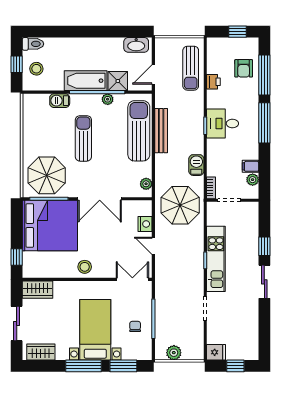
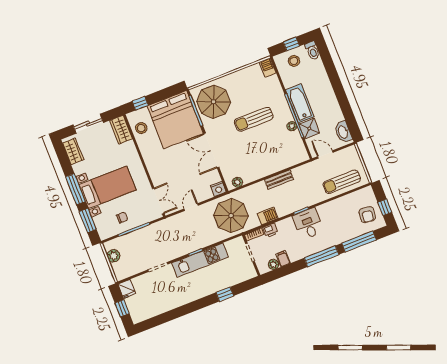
armchair: (244, 68) -> (367, 215), moved, turned -84
printer: (213, 82) -> (270, 230), moved
barbecue: (60, 101) -> (268, 67), moved
sun lounger: (139, 131) -> (277, 160), removed
bench: (161, 131) -> (279, 180), width x0.73
sun lounger: (83, 138) -> (254, 119), turned 180
nightstand: (145, 224) -> (218, 189), moved
stool: (85, 267) -> (141, 128), moved
sliding door: (264, 282) -> (197, 305), removed

